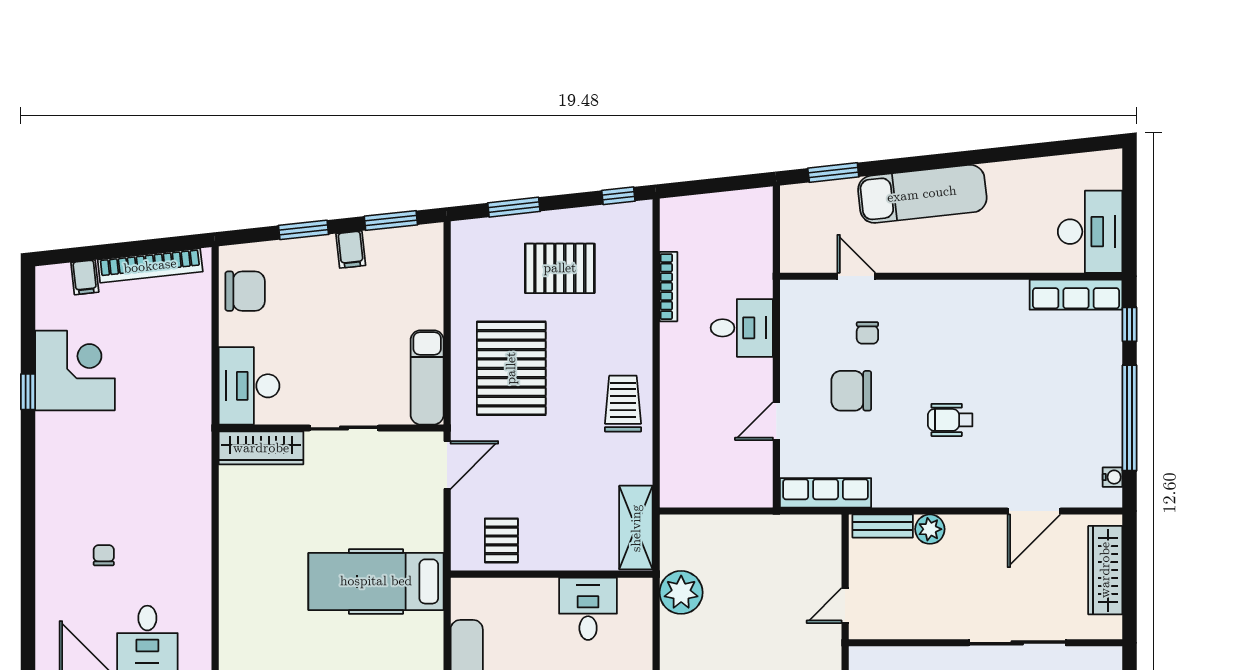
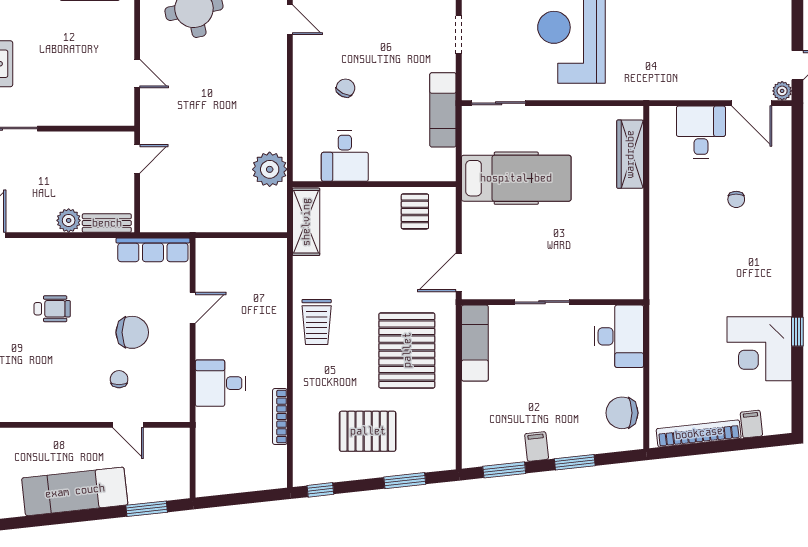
wardrobe: (261, 448) -> (630, 154), moved, turned -90

